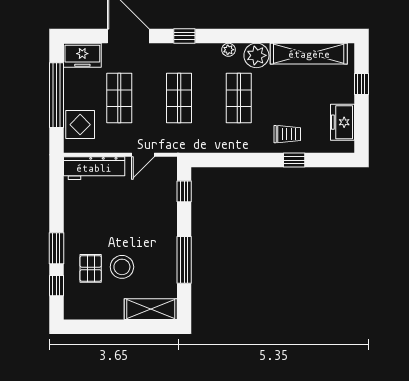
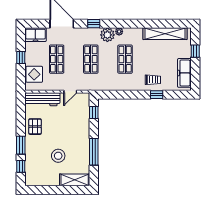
plant: (256, 55) -> (107, 35), moved
window: (56, 95) -> (21, 58), width x0.32
freezer: (343, 122) -> (184, 73), width x1.40
pallet: (91, 268) -> (35, 127), moved

